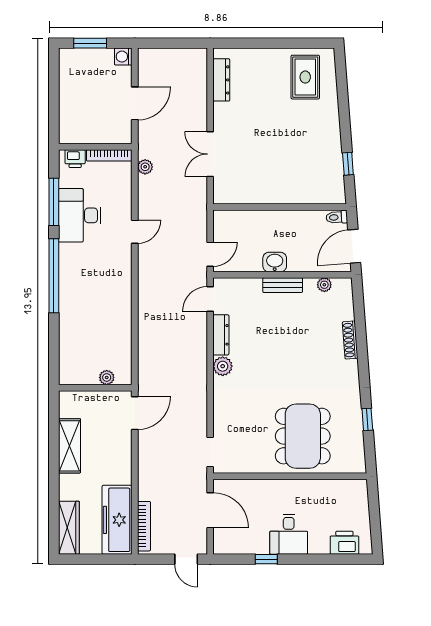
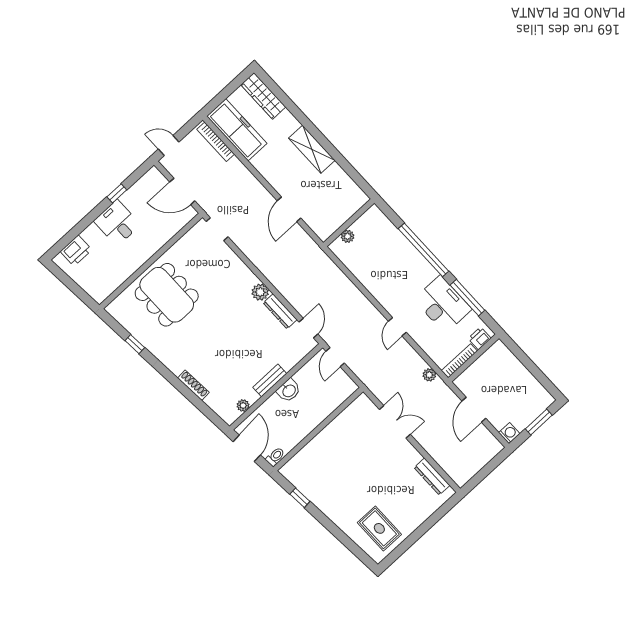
plant: (107, 377) -> (348, 236), moved
wall: (95, 388) -> (349, 223), moved

